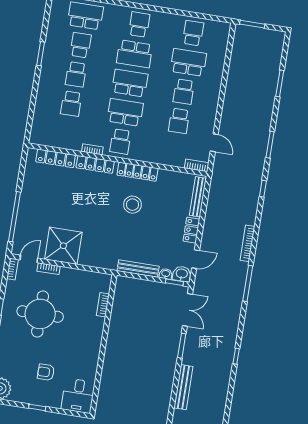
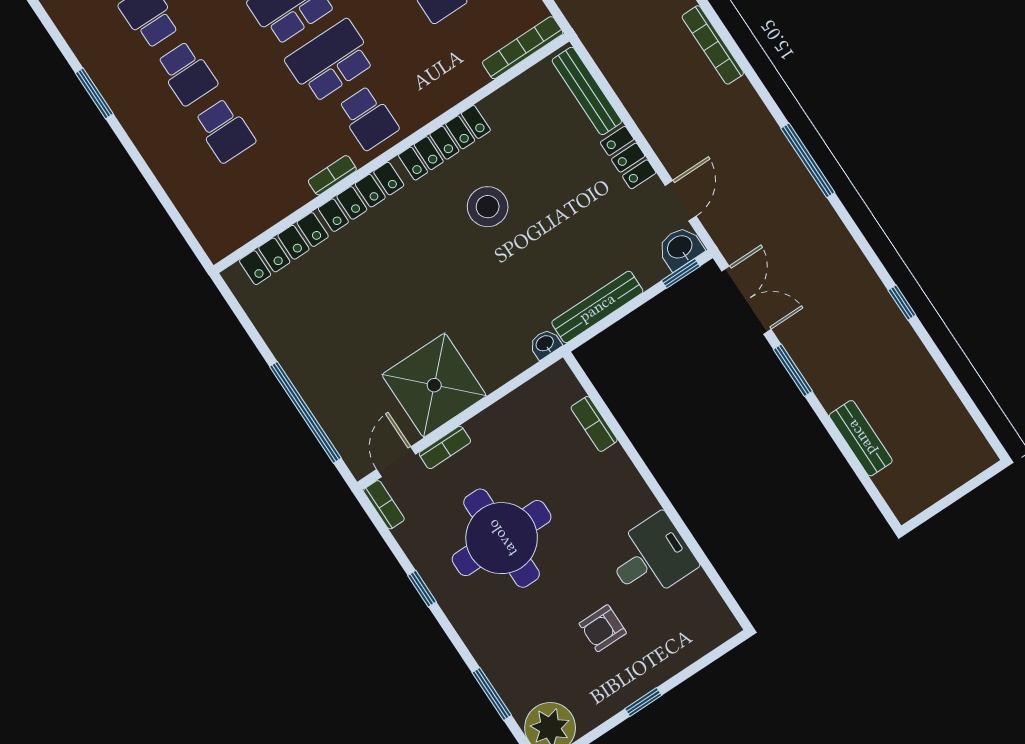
bookcase: (197, 165) -> (523, 48), width x1.56
bookcase: (247, 243) -> (713, 45), moved
washbasin: (166, 274) -> (545, 344), moved
bench: (183, 387) -> (861, 438), width x0.73
desk: (78, 396) -> (651, 558), moved, turned -90

